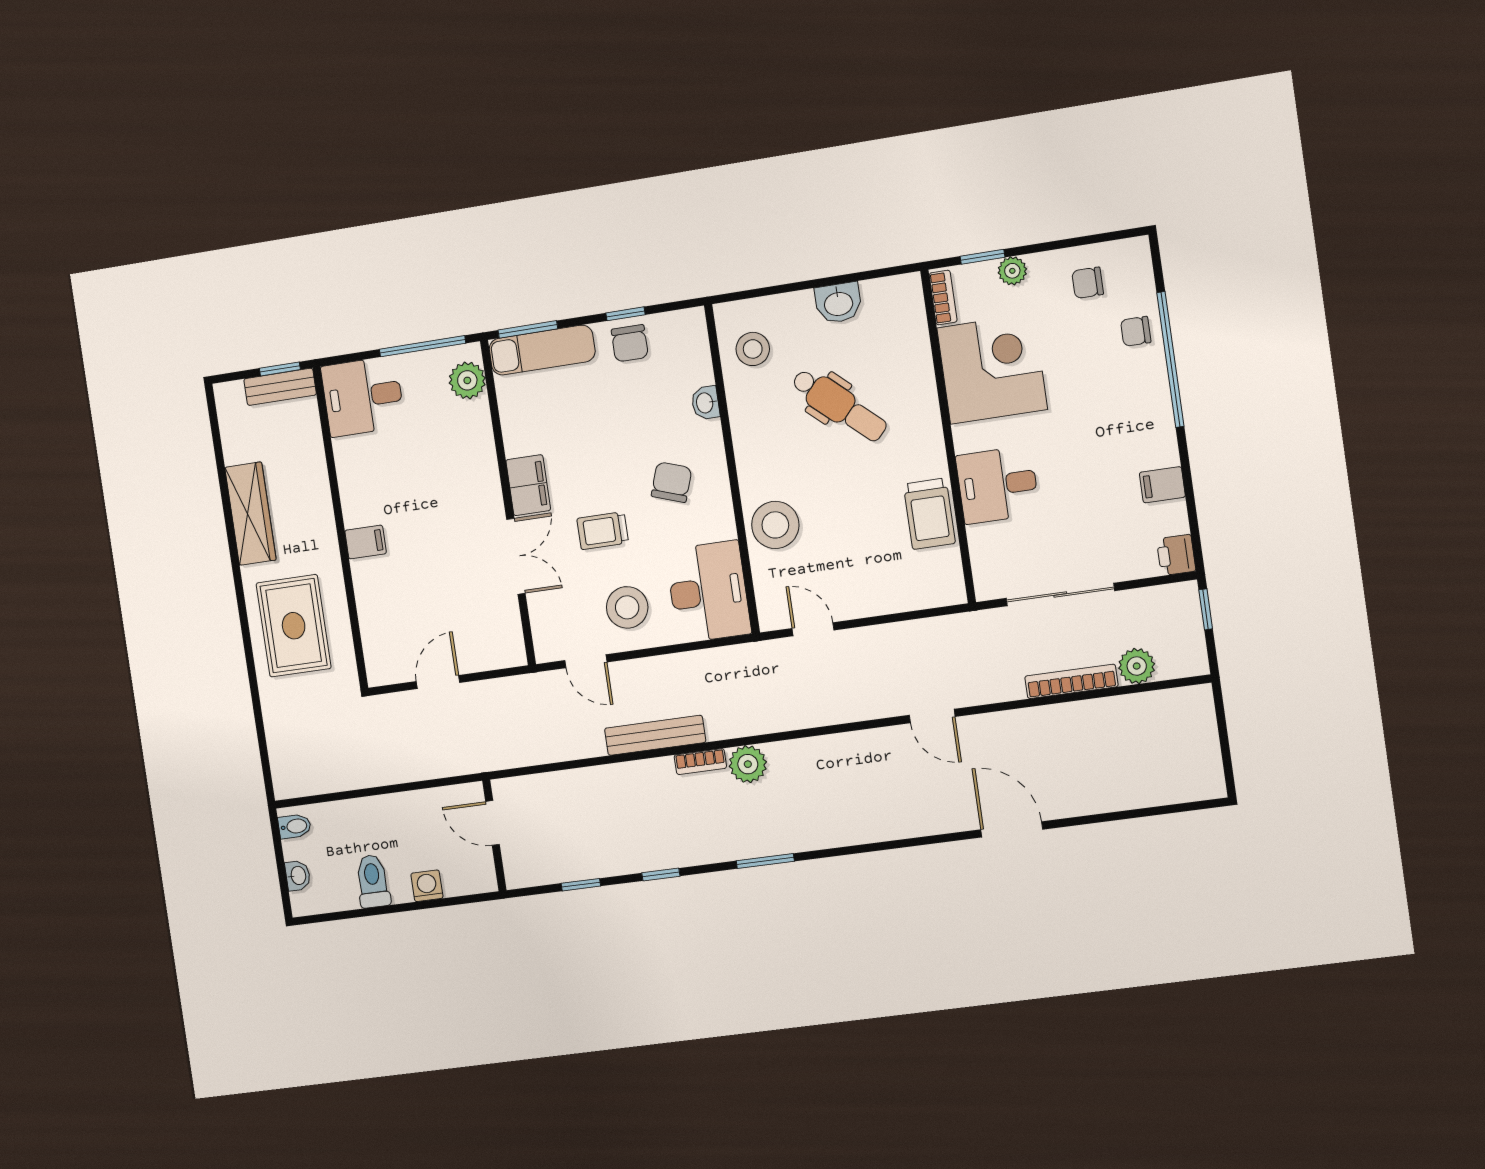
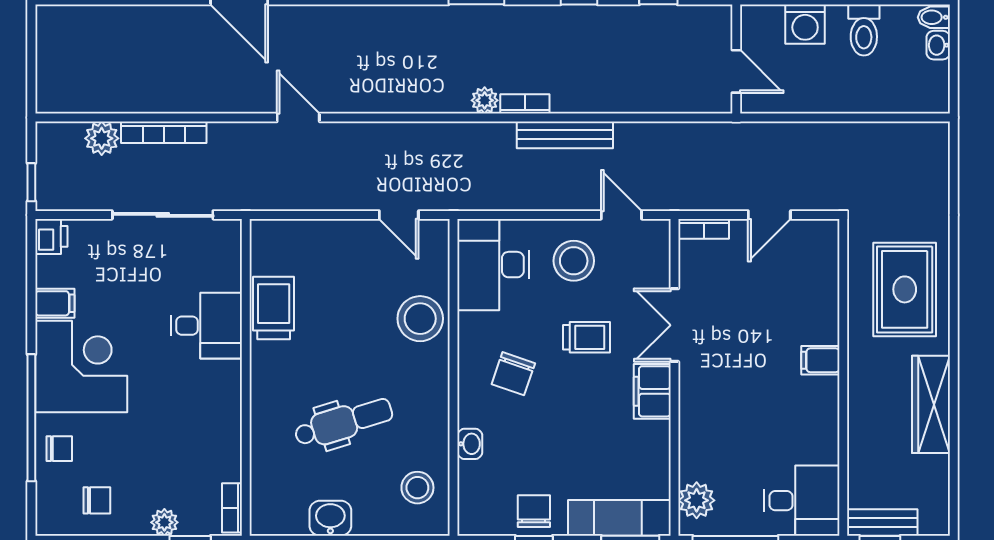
corner desk: (992, 369) -> (81, 366), moved, turned 180
dental chair: (839, 405) -> (343, 422), turned 121
bookcase: (501, 659) -> (704, 229), added
plant: (748, 764) -> (485, 100), width x0.73, depth x0.73
bidet: (295, 826) -> (934, 17), moved
washing machine: (427, 886) -> (805, 24), width x1.38, depth x1.38

